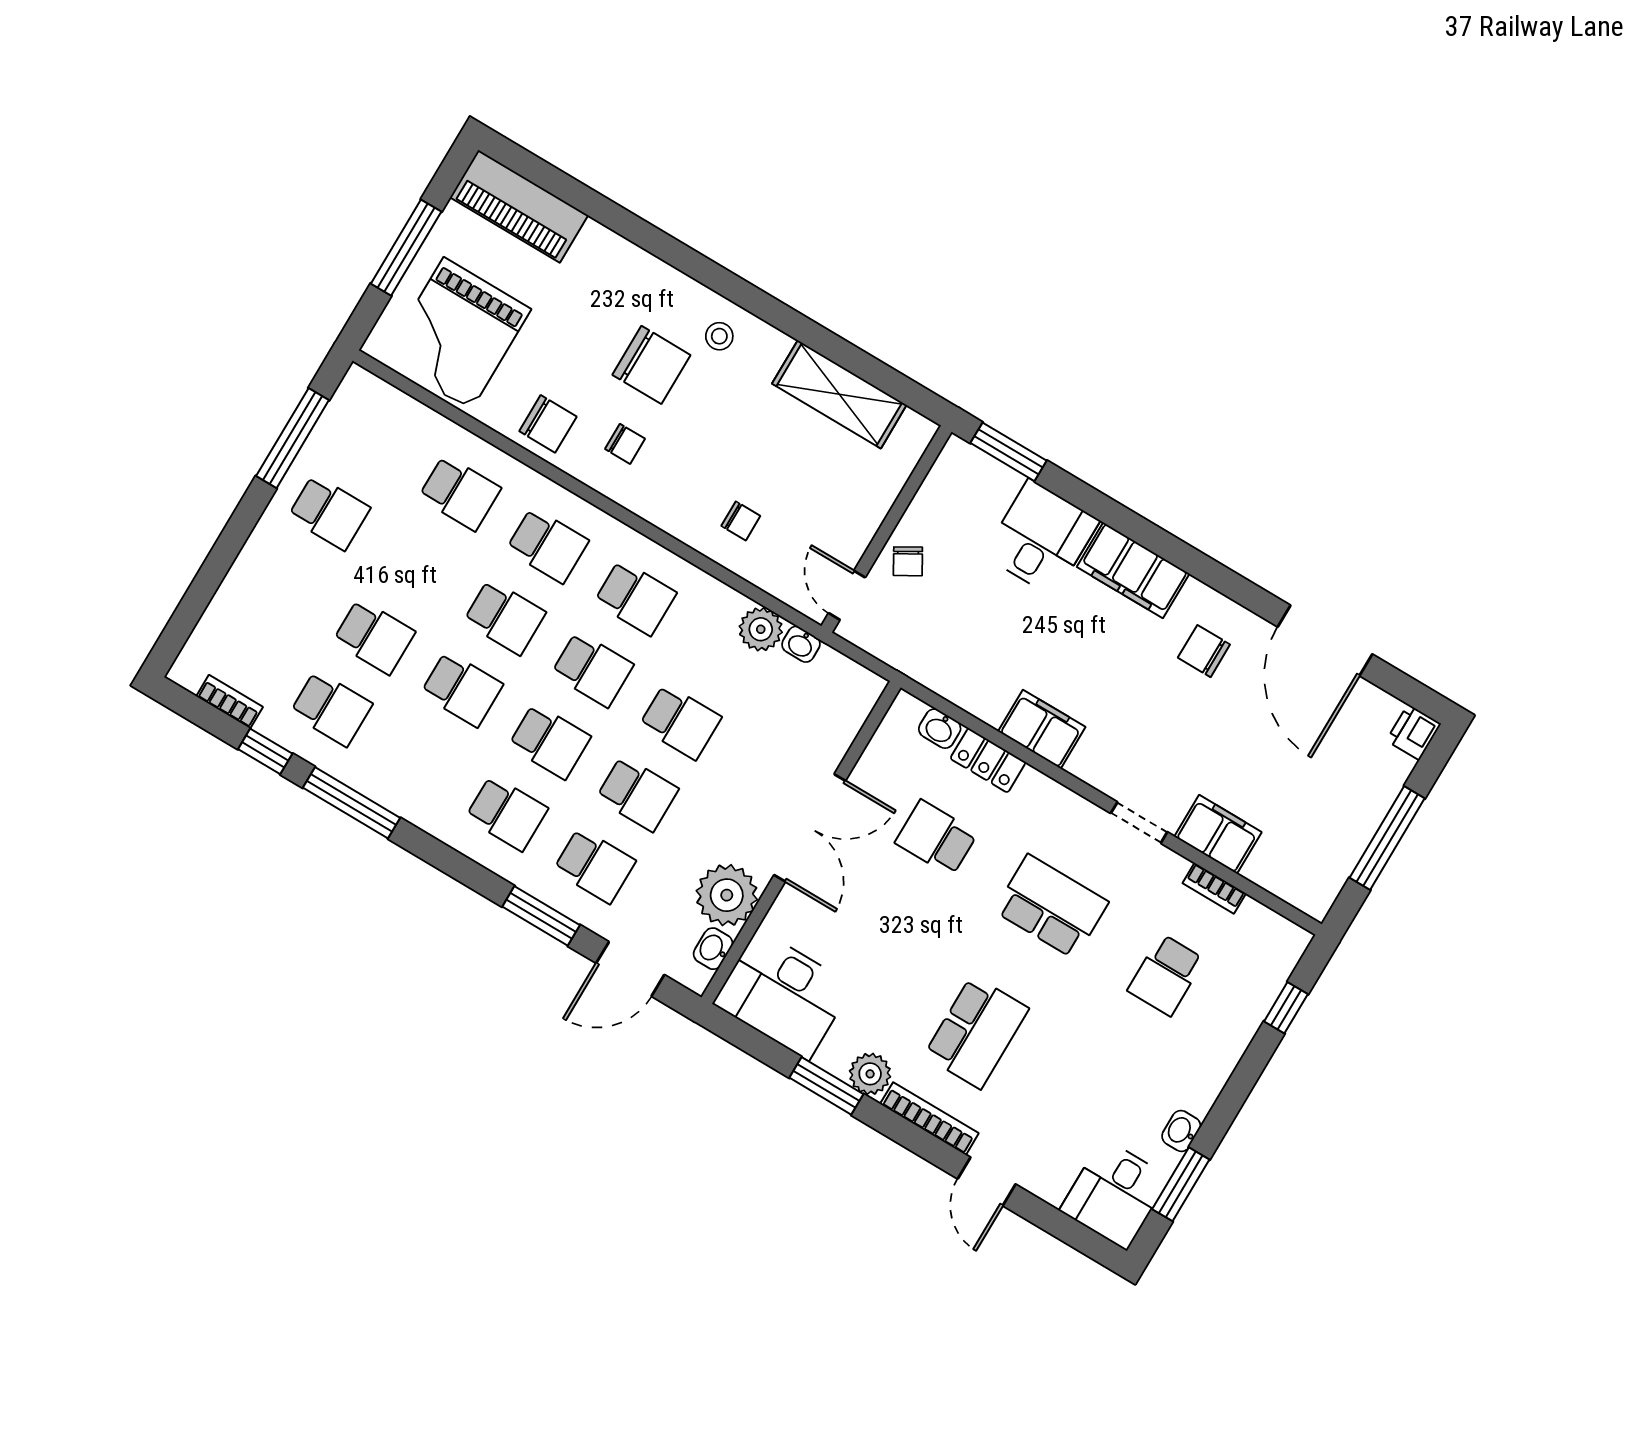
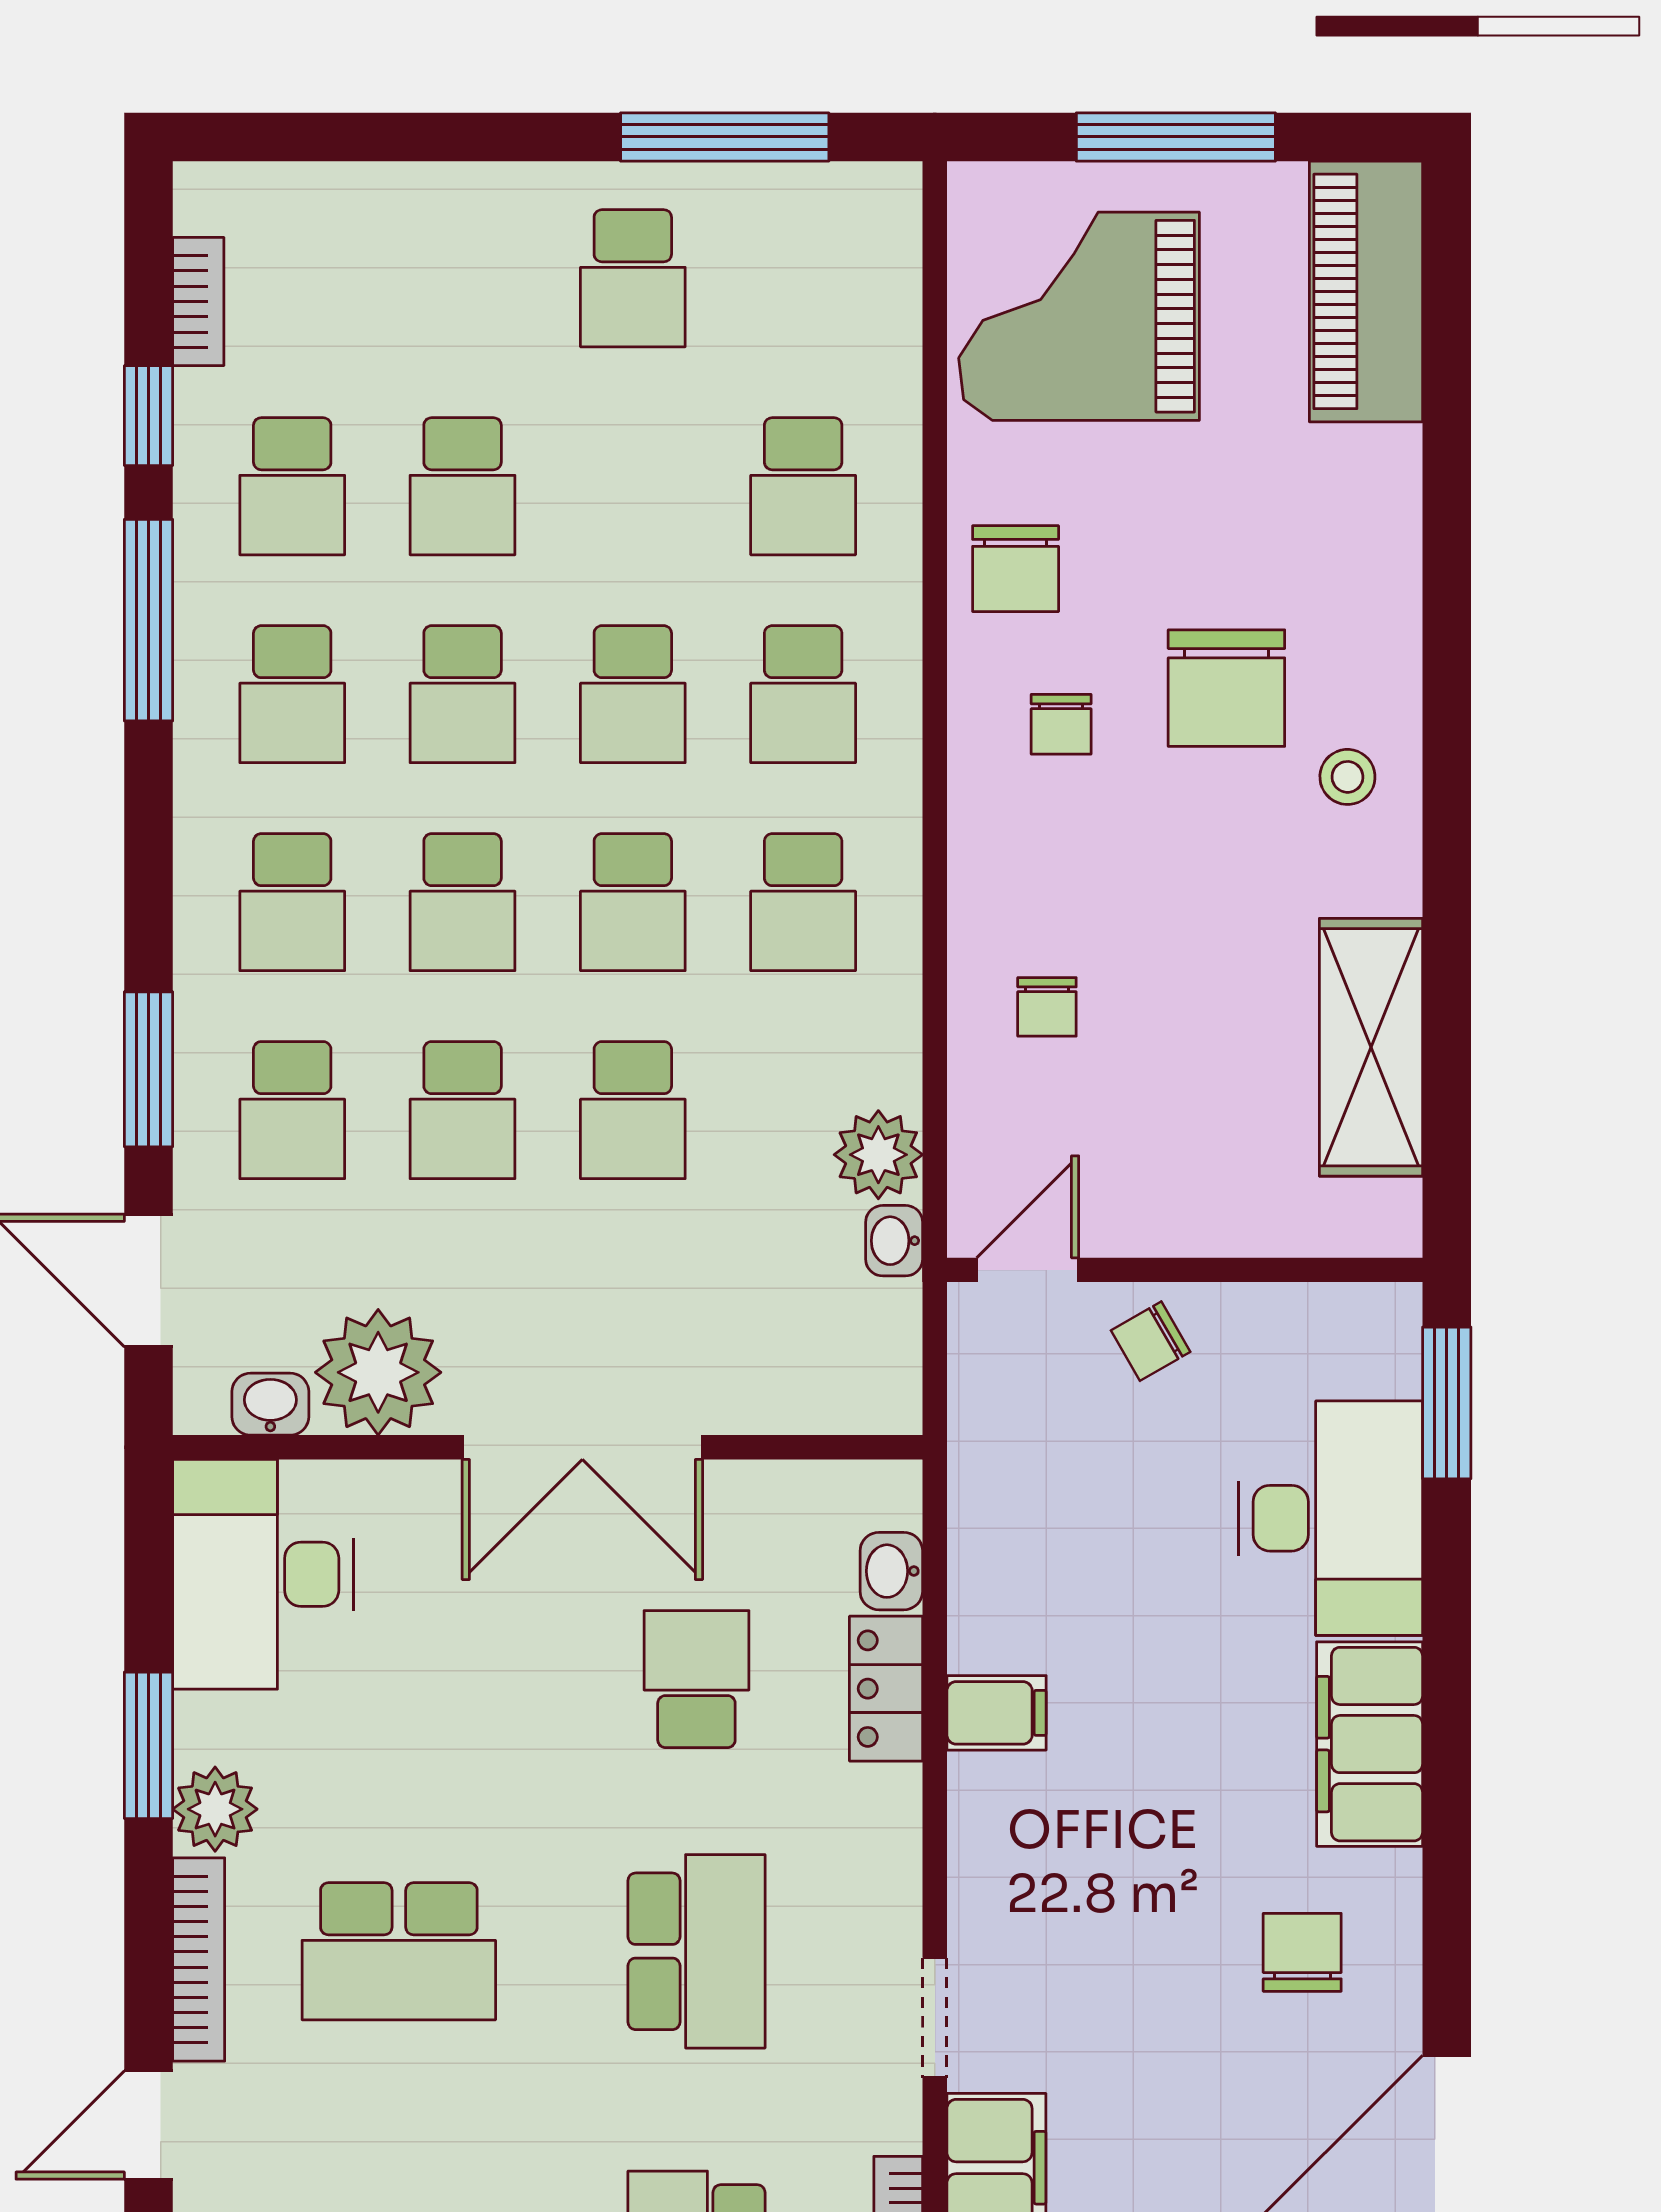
desk: (1041, 538) -> (1330, 1518), width x1.37
filing cabinet: (1042, 729) -> (996, 1713), width x0.50
school desk: (419, 761) -> (292, 694), added

